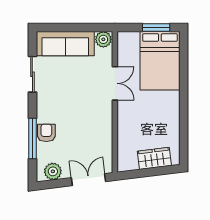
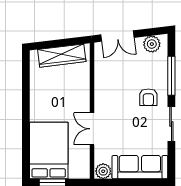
sliding door: (32, 74) -> (171, 124), moved
armchair: (46, 133) -> (148, 97), moved
wardrobe: (154, 158) -> (62, 56), width x1.50

